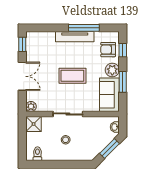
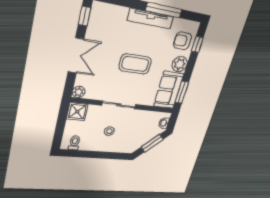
window: (123, 82) -> (182, 92), moved

